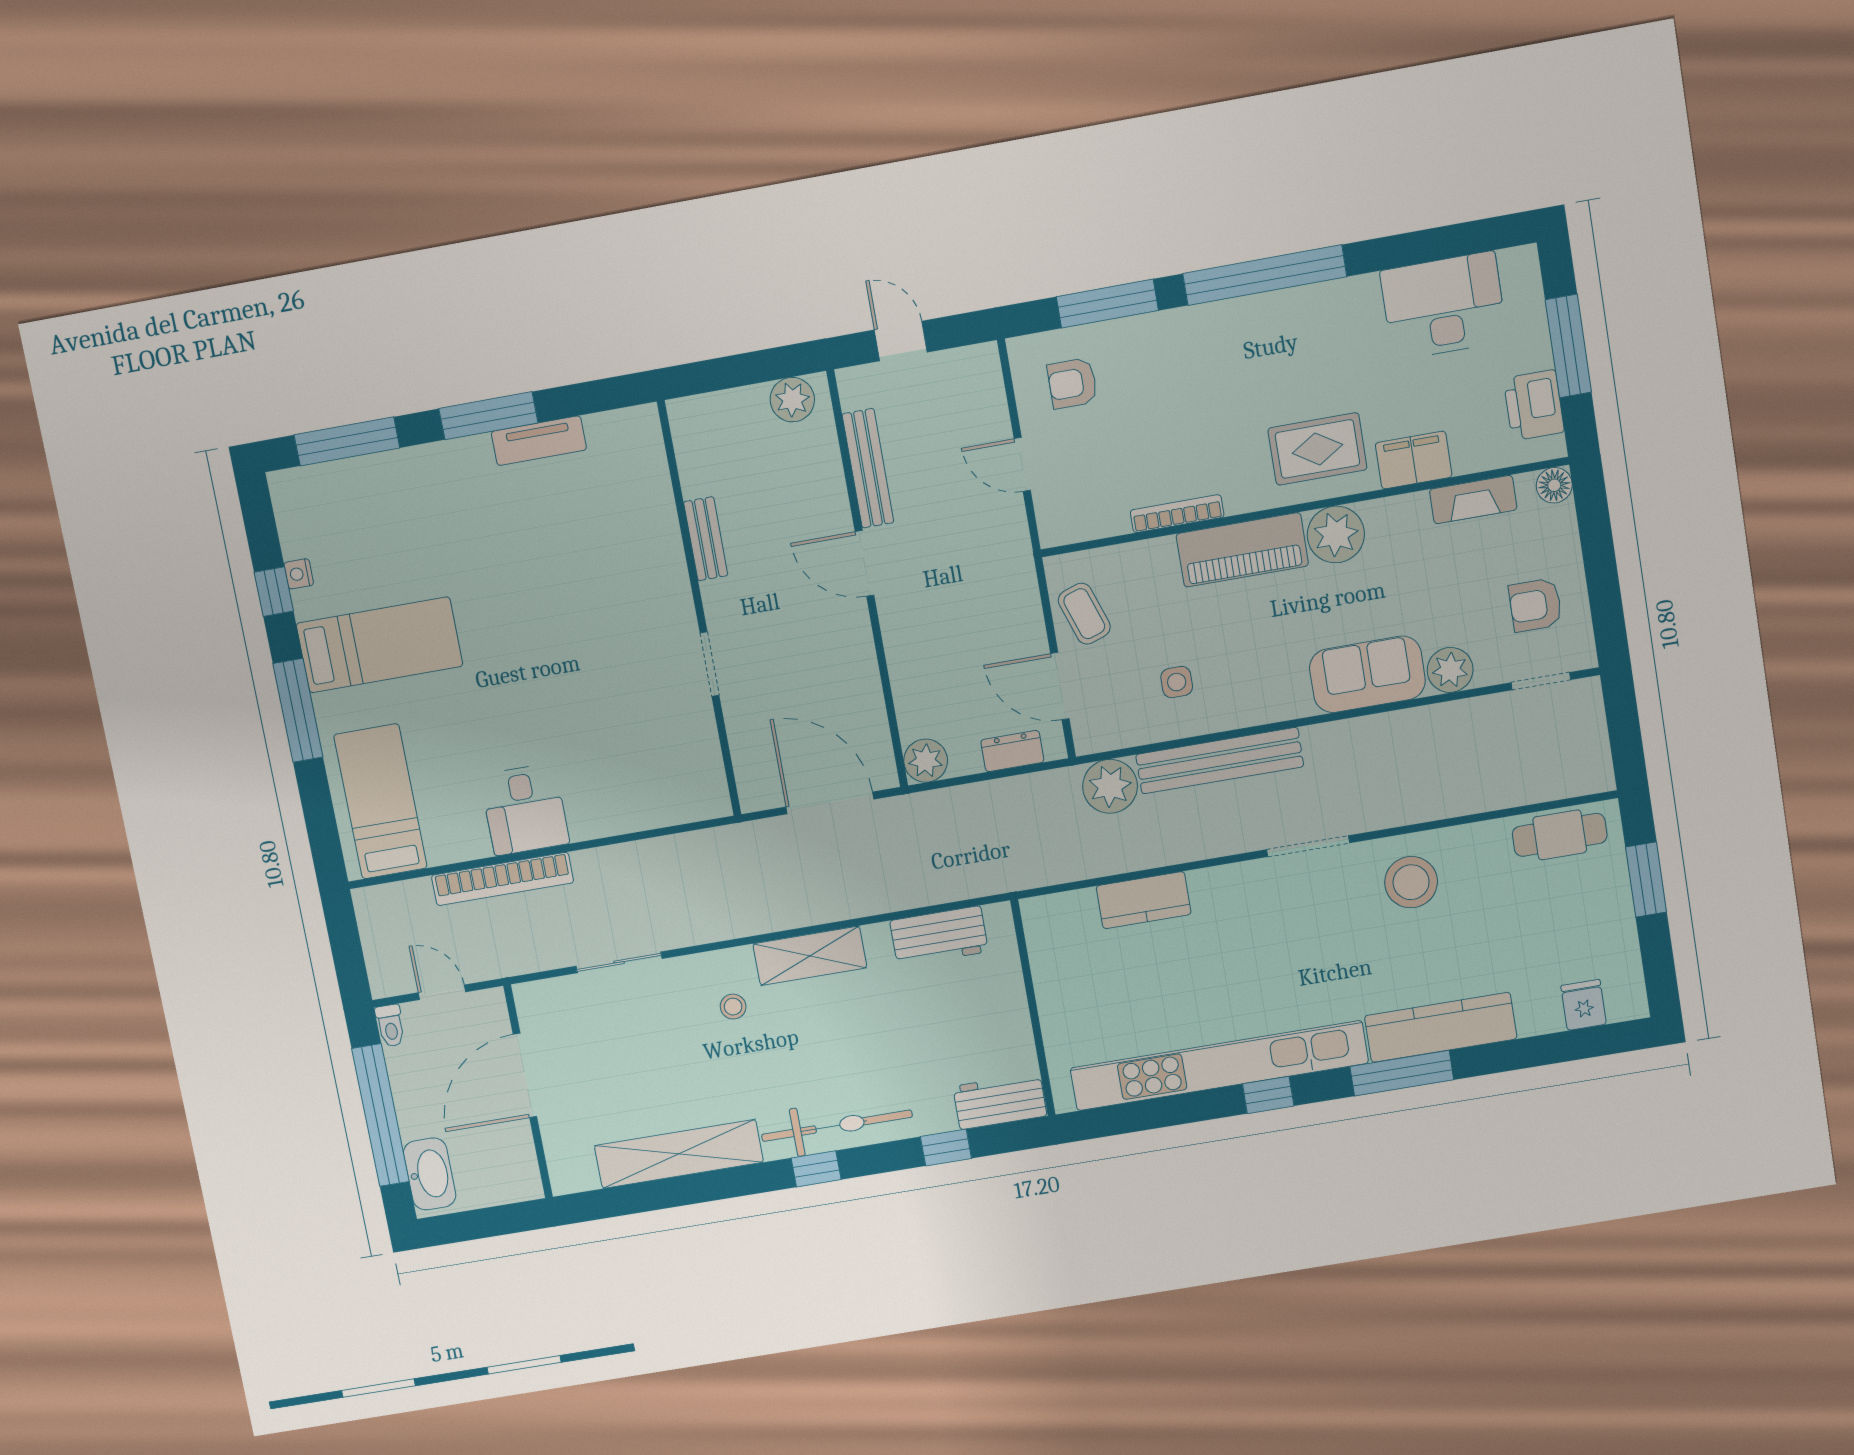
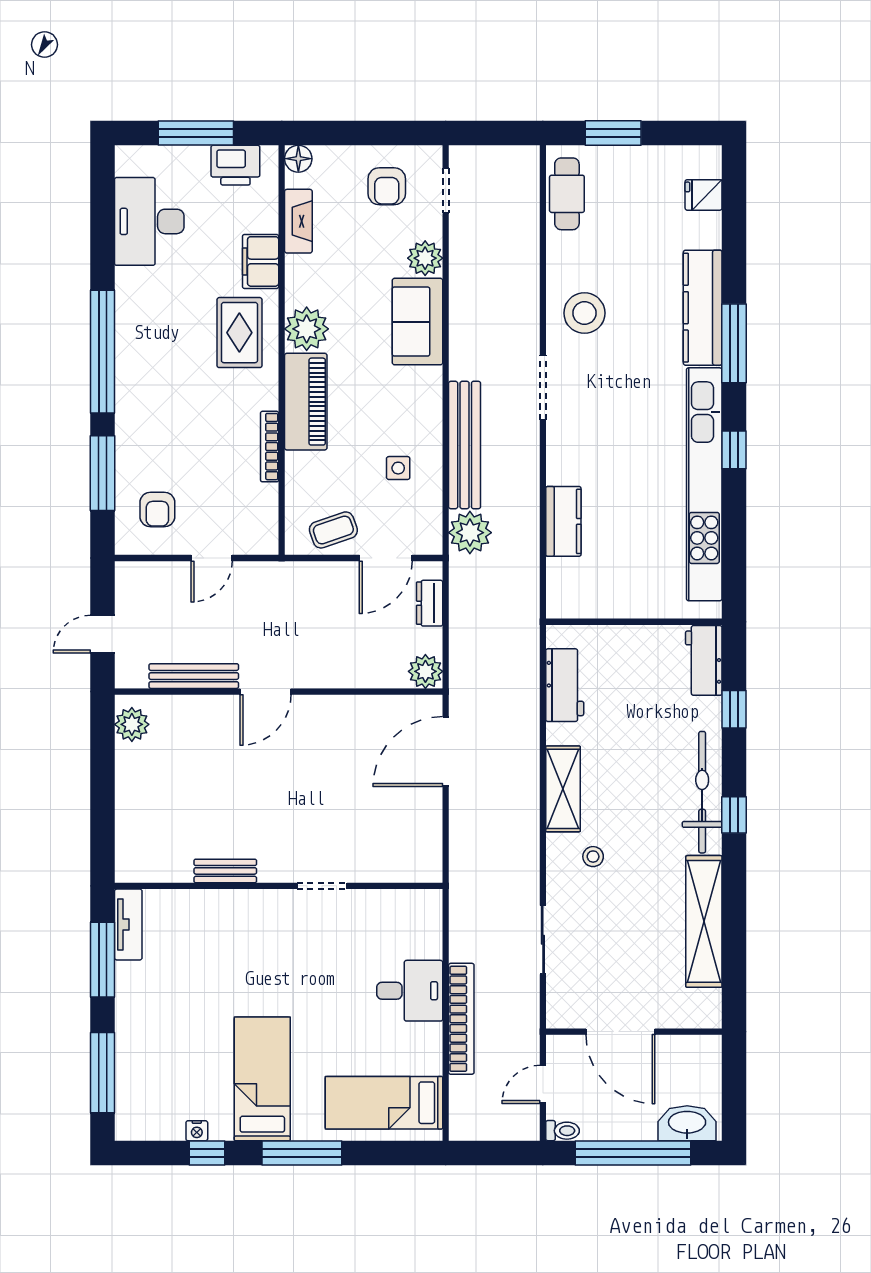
bench: (706, 539) -> (225, 871), moved
wall: (699, 610) -> (279, 886), moved
doorway: (709, 664) -> (322, 886), moved

